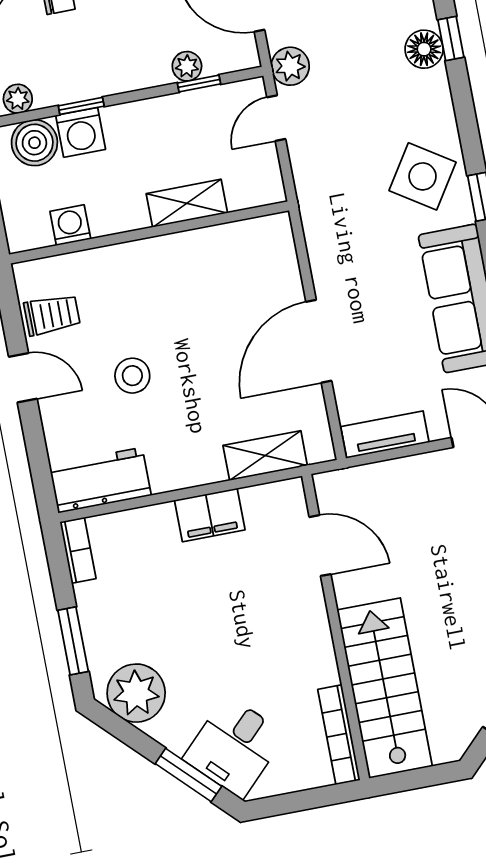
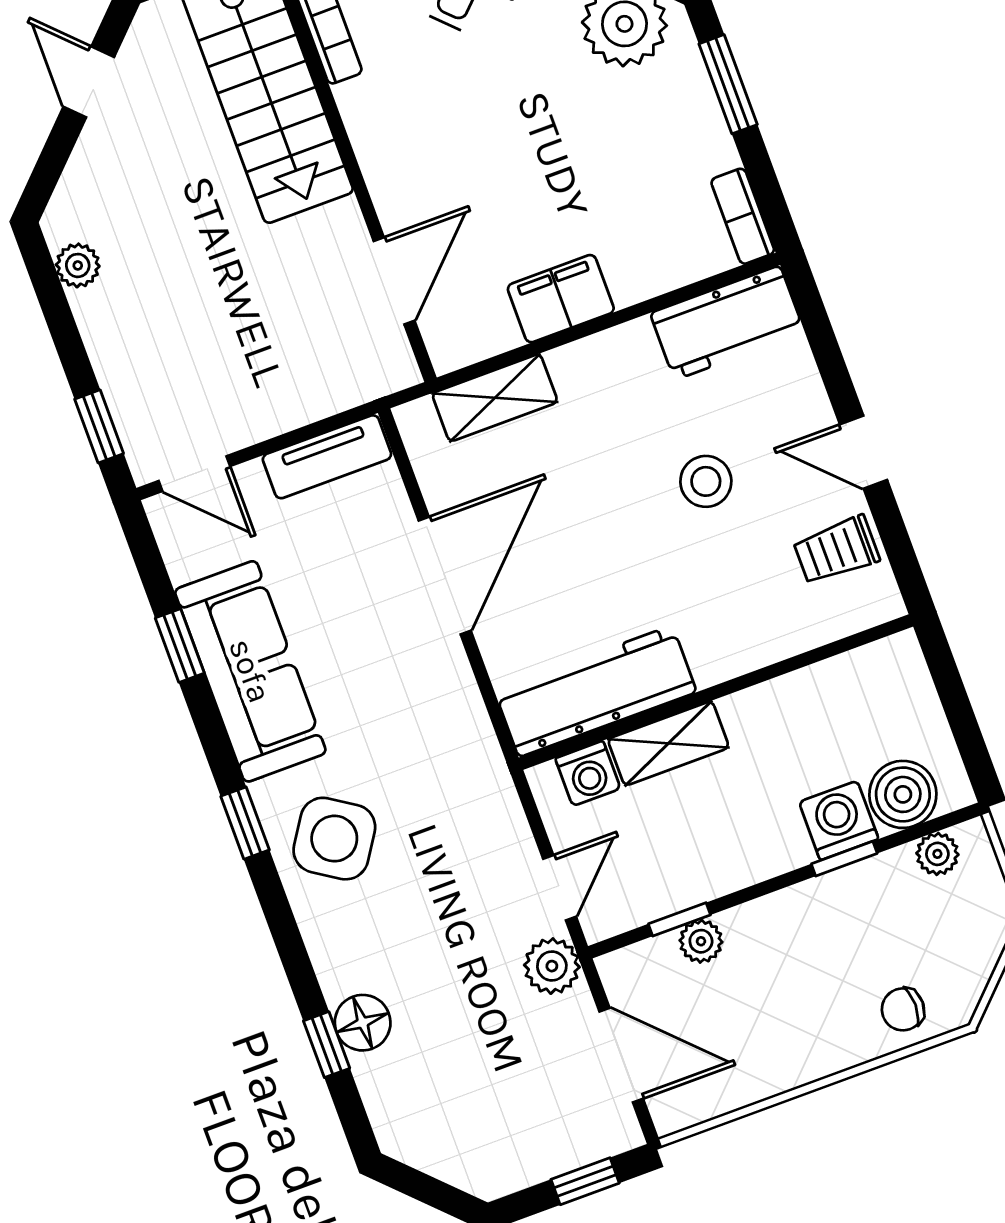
washing machine: (70, 225) -> (588, 773), moved
workbench: (230, 246) -> (596, 691), added
door: (320, 546) -> (394, 281), swing flipped

